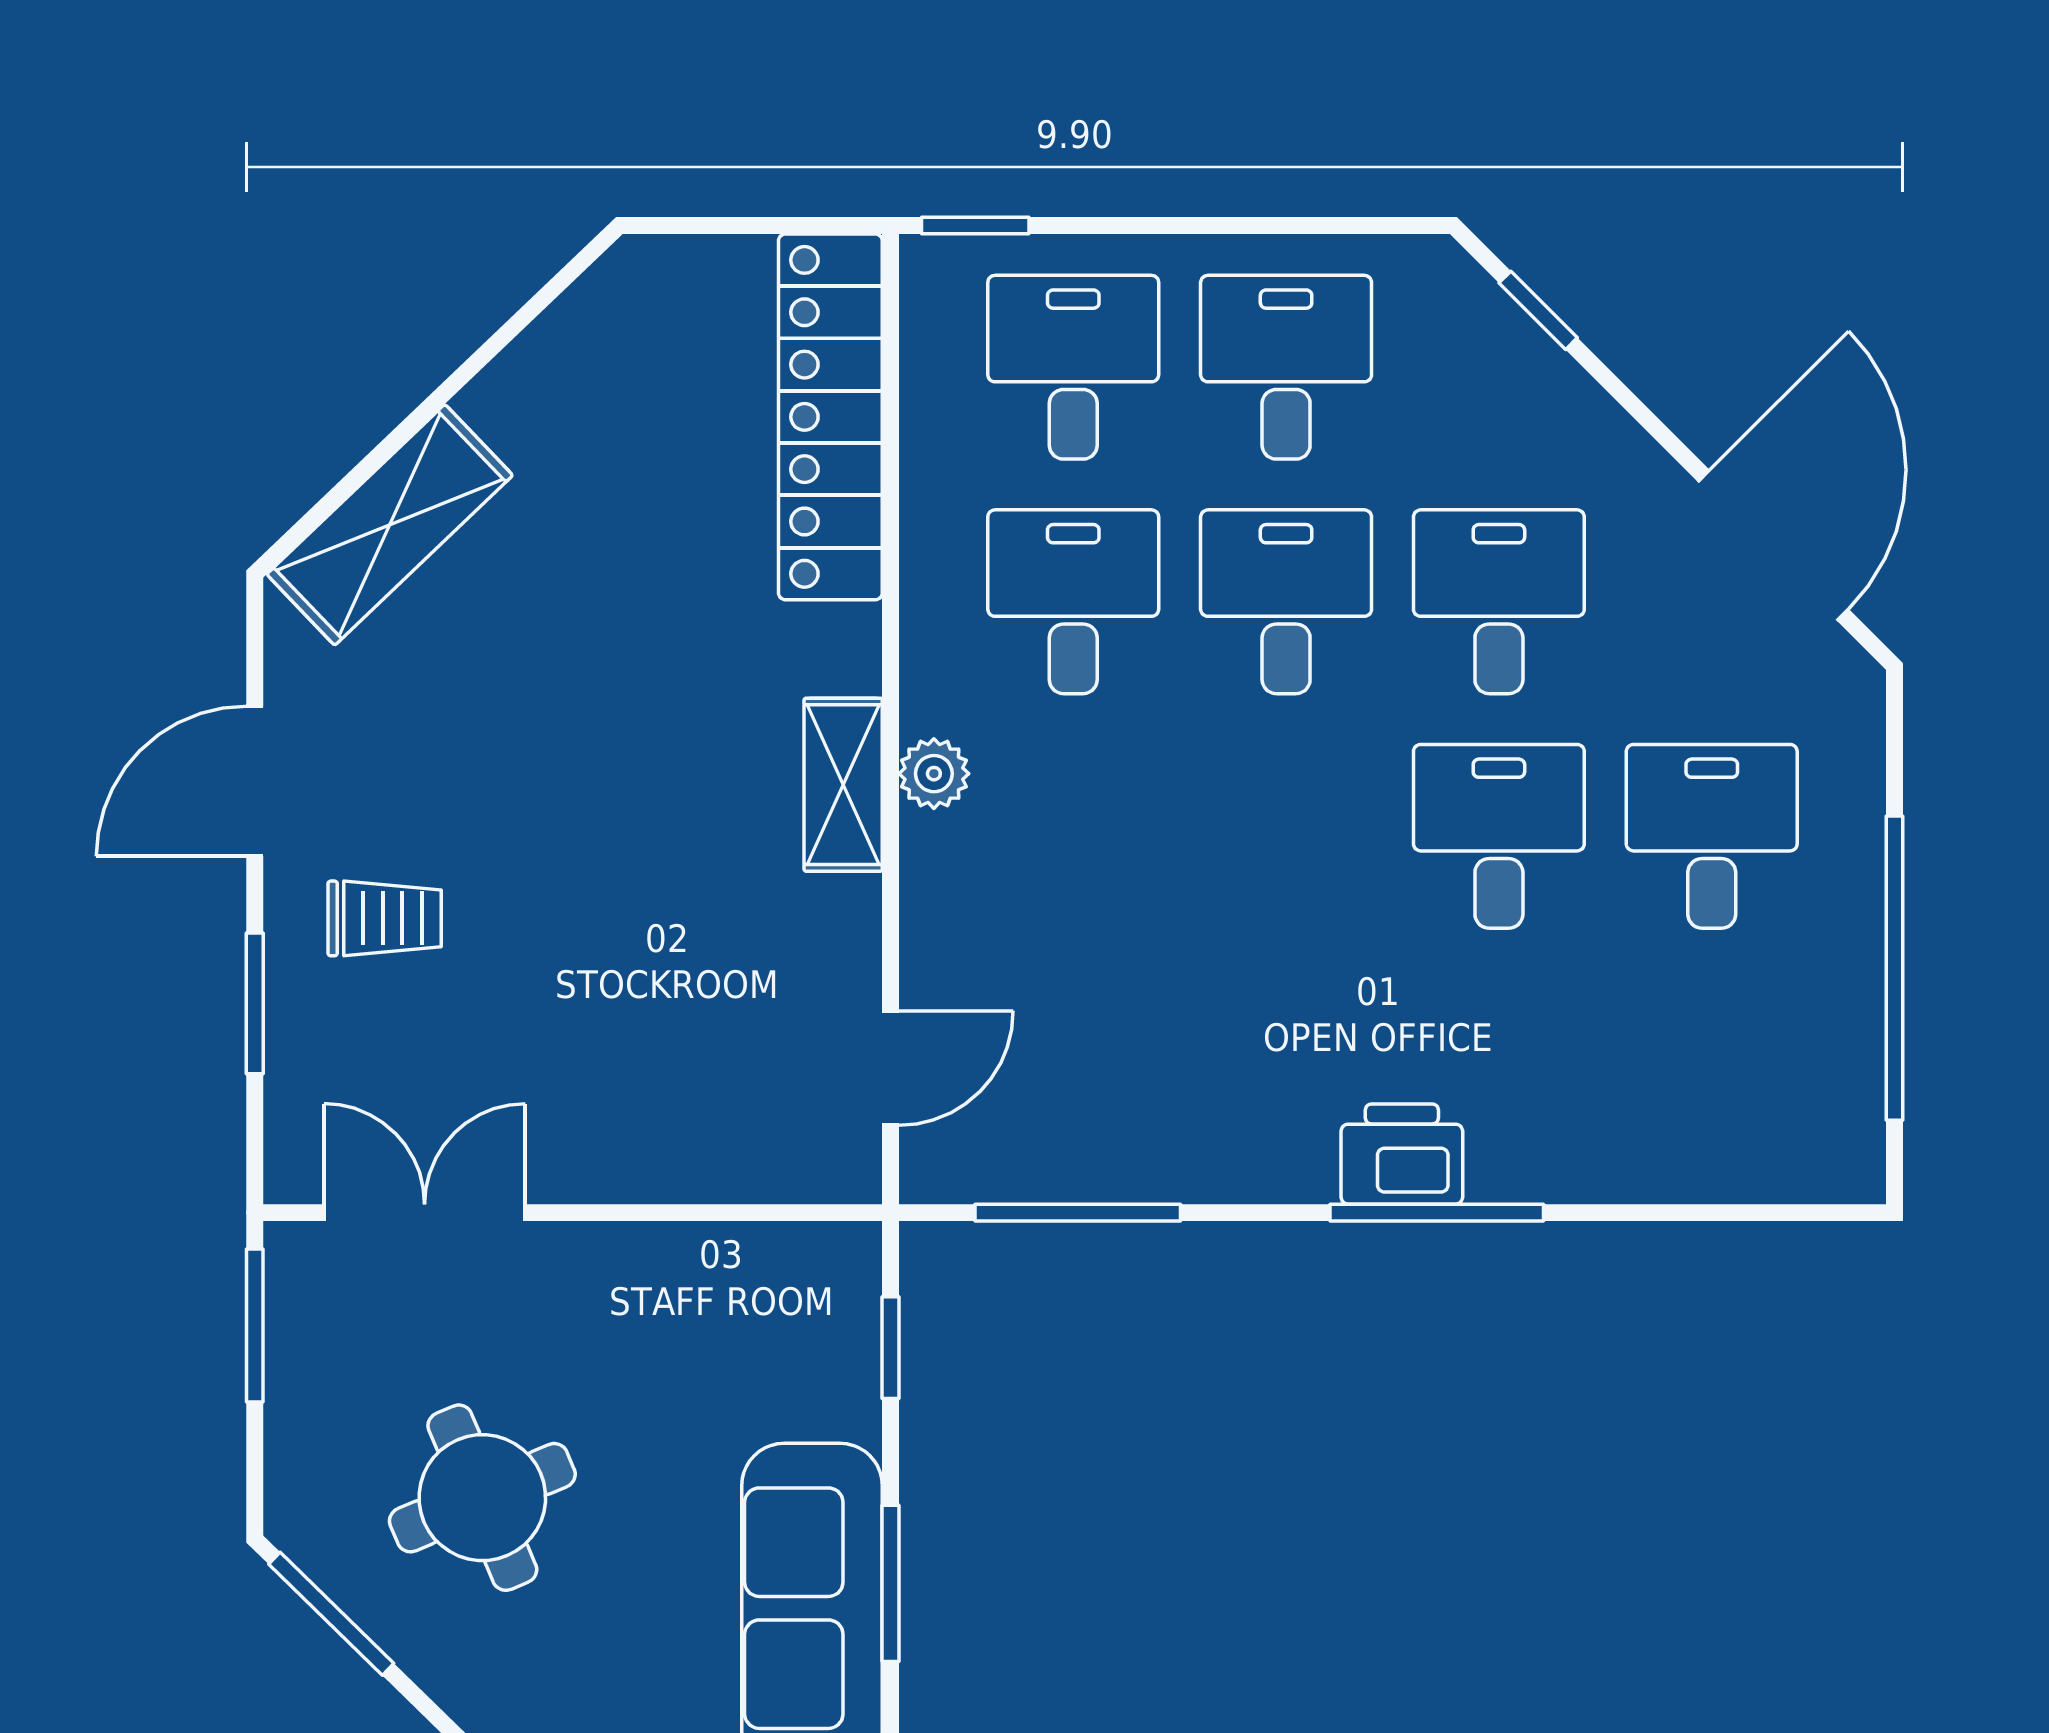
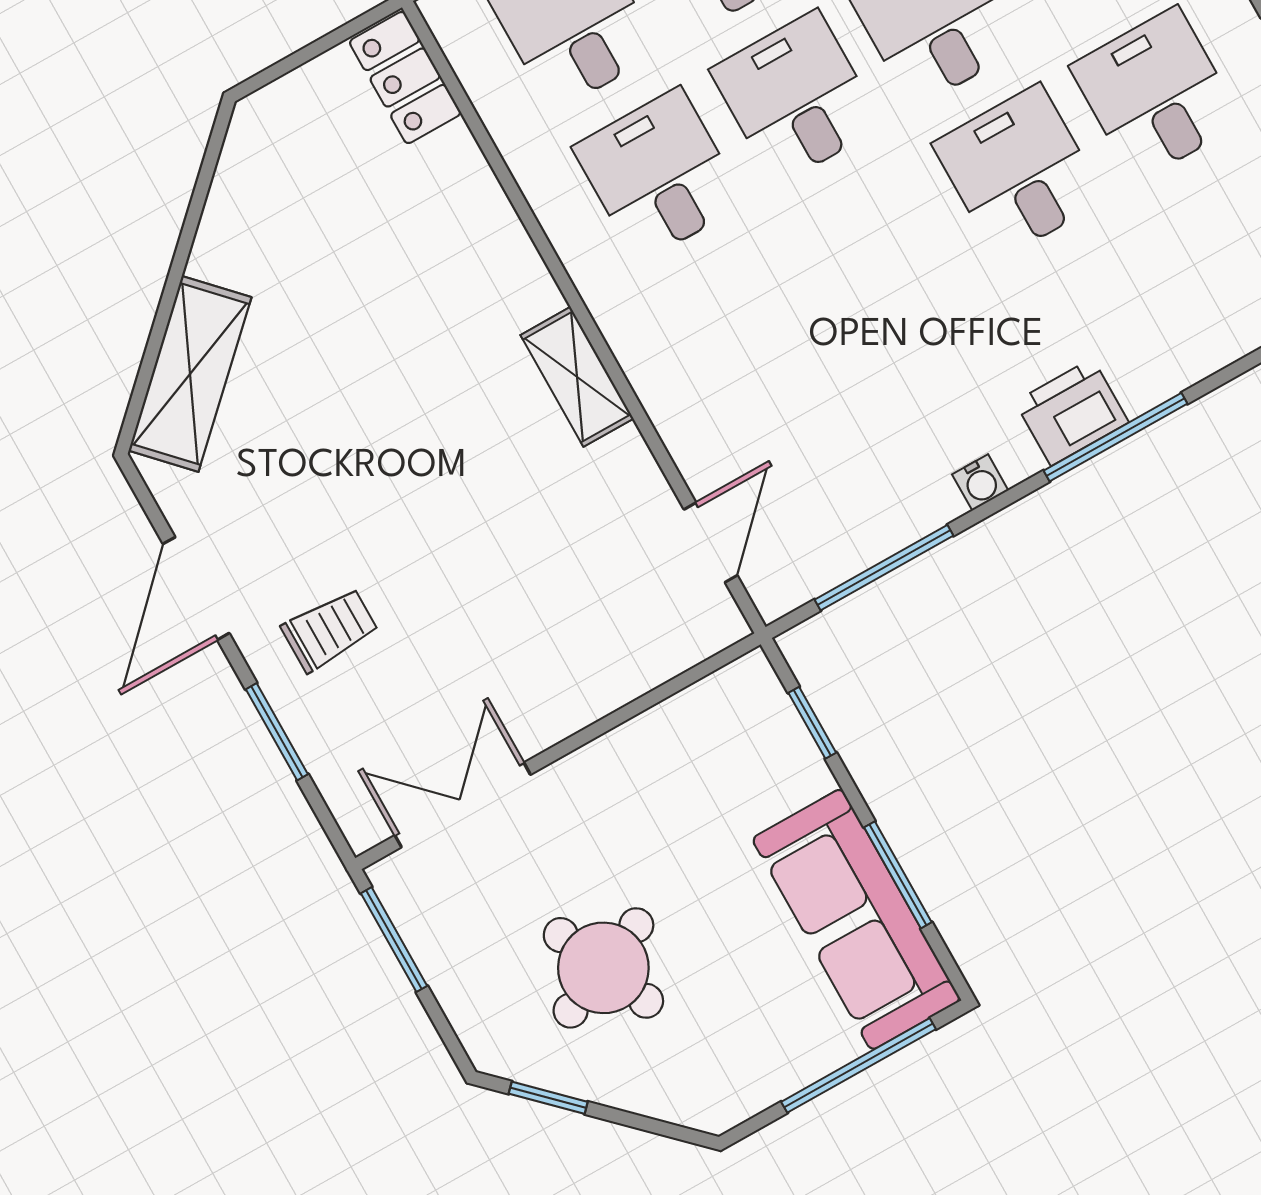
locker: (830, 417) -> (405, 78), width x0.46, depth x0.83
plant: (934, 774) -> (632, 337), removed
water cooler: (1247, 1176) -> (980, 482), added
window: (331, 1614) -> (548, 1098), width x0.67

